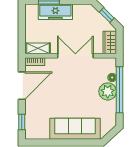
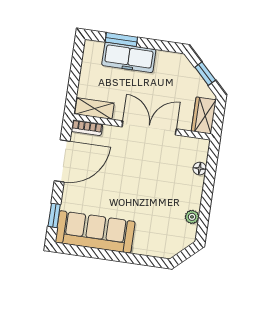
window: (119, 90) -> (208, 188), removed
plant: (108, 91) -> (192, 217), moved, width x0.53, depth x0.53
sofa: (75, 129) -> (95, 232), moved

